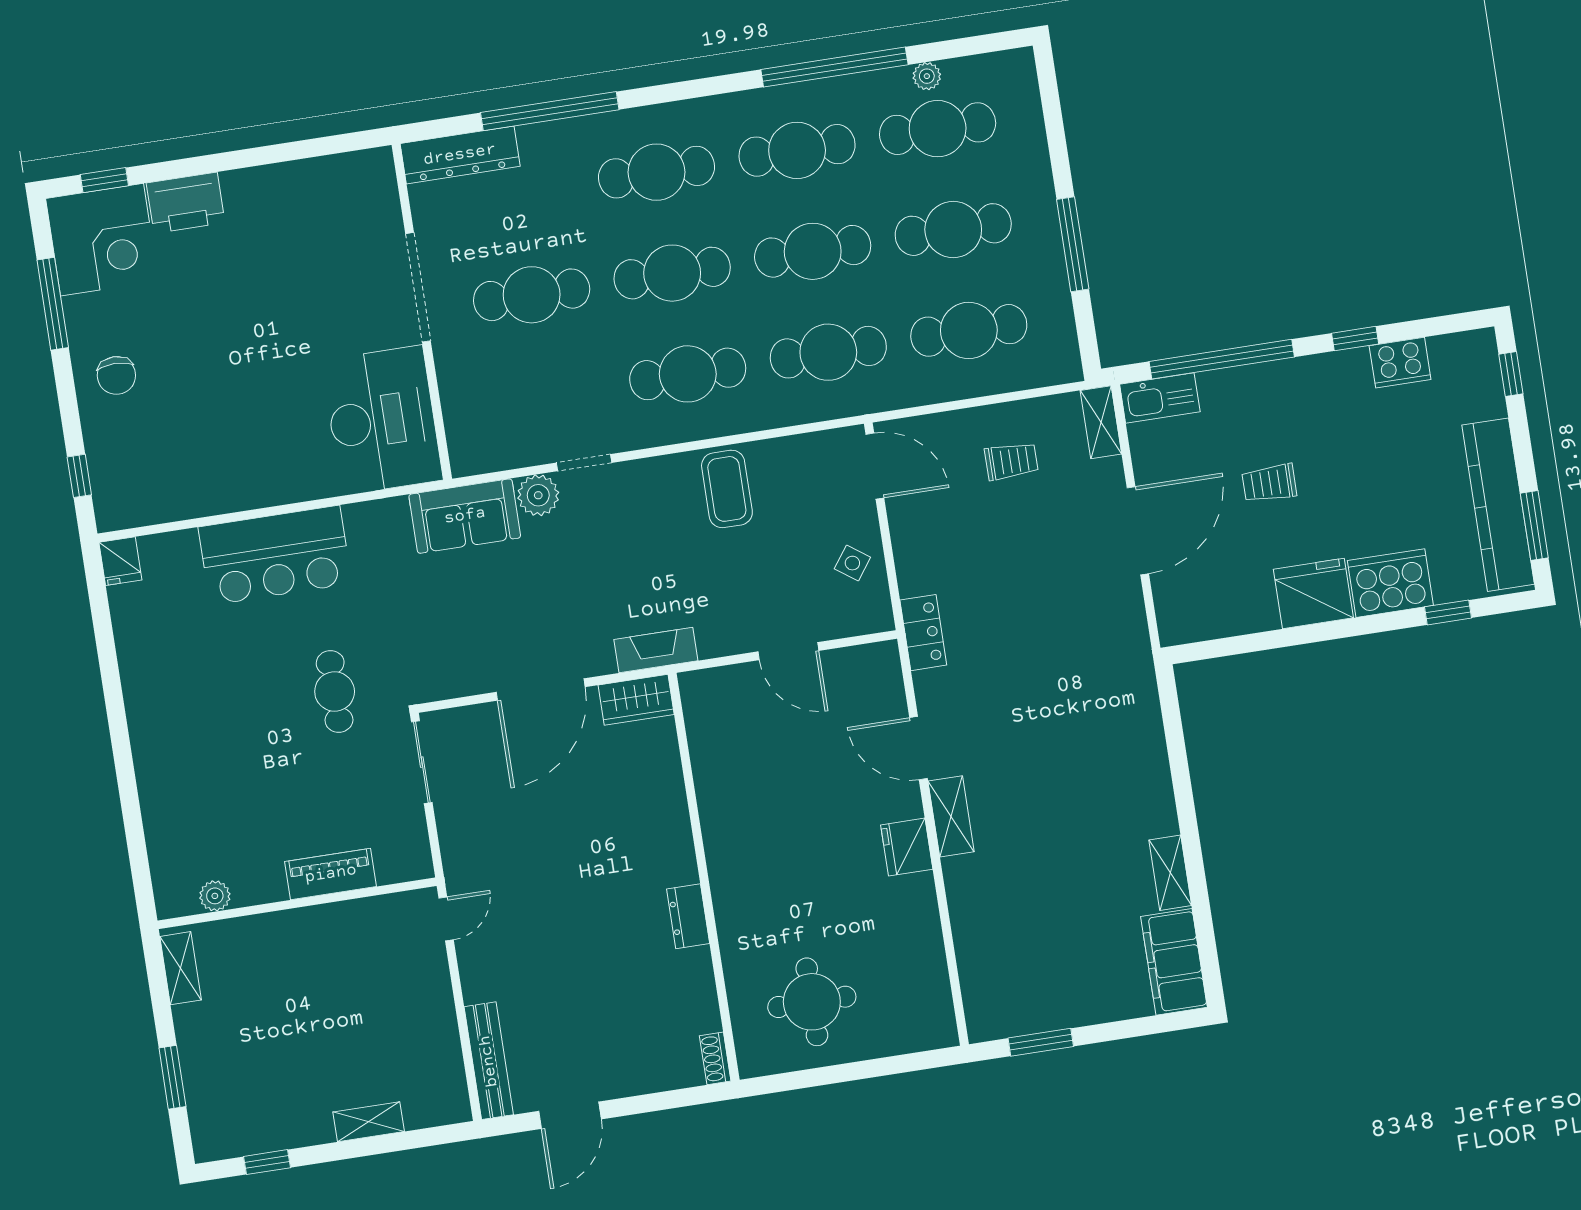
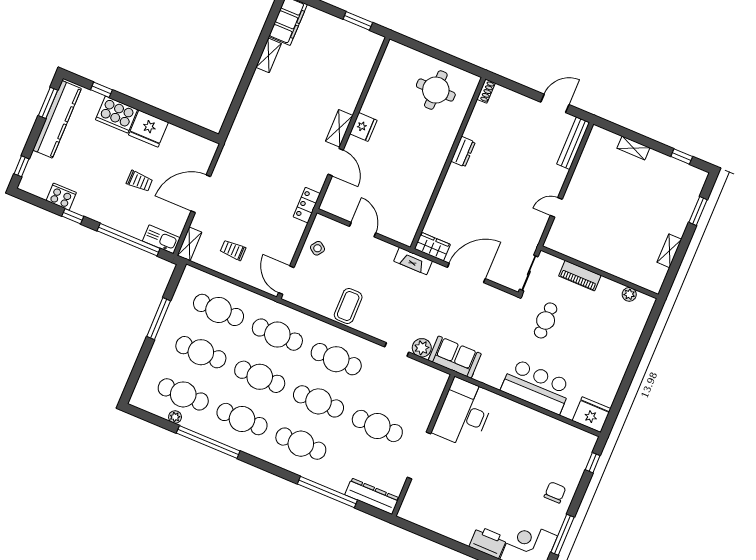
fridge: (120, 561) -> (592, 415), width x1.88, depth x1.34
piano: (331, 874) -> (580, 276), moved
plant: (215, 896) -> (629, 294), moved
wall: (297, 903) -> (600, 272), moved

